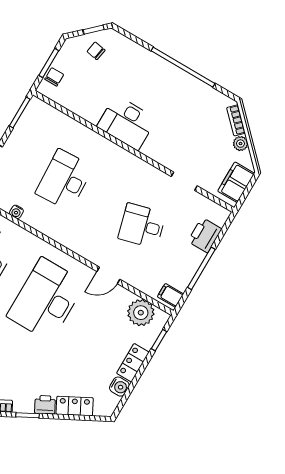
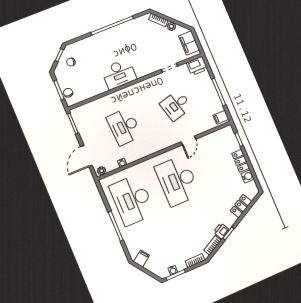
printer: (205, 235) -> (197, 66), moved, turned -90
plant: (141, 313) -> (219, 138), removed
printer: (45, 405) -> (221, 231), moved

